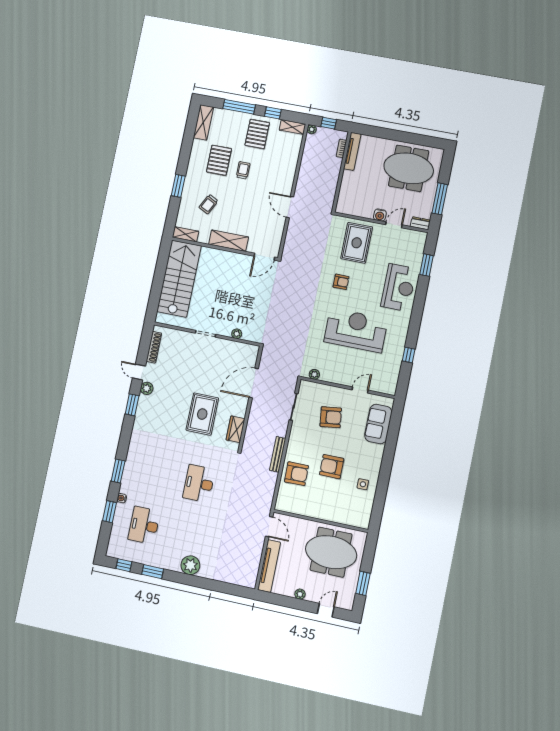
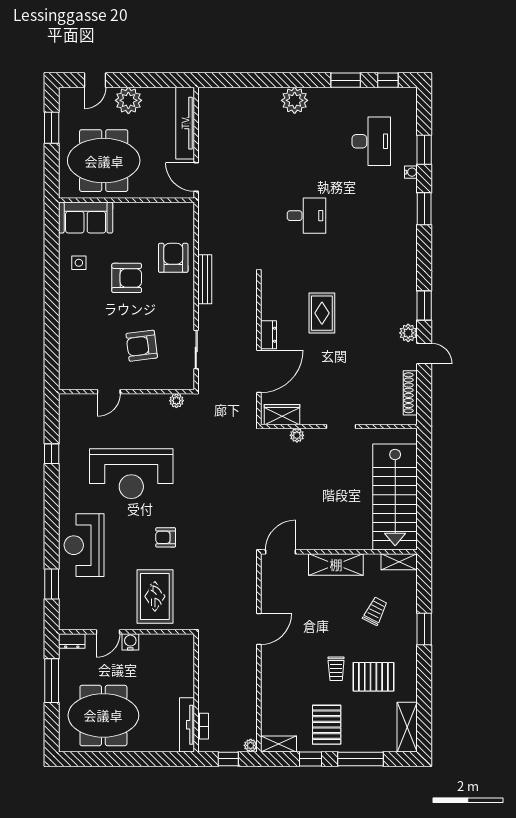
pallet: (219, 160) -> (373, 677), turned 90
door: (290, 207) -> (259, 629), hinge flipped
dresser: (242, 407) -> (269, 335), added
rug: (202, 414) -> (322, 313), width x0.73, depth x0.70
sofa: (378, 424) -> (86, 218), moved, turned 90
wardrobe: (236, 429) -> (282, 415), moved, turned -90
armchair: (296, 474) -> (173, 258), turned 91
desk: (199, 483) -> (306, 216), width x0.73
plant: (300, 594) -> (128, 100), width x1.87, depth x1.87

